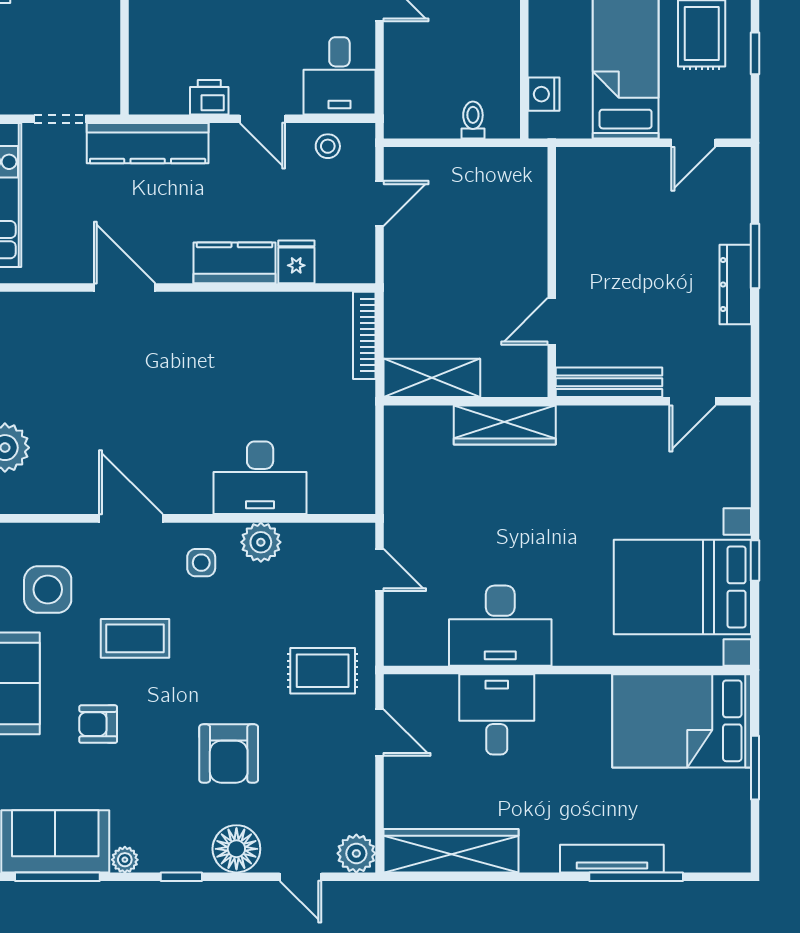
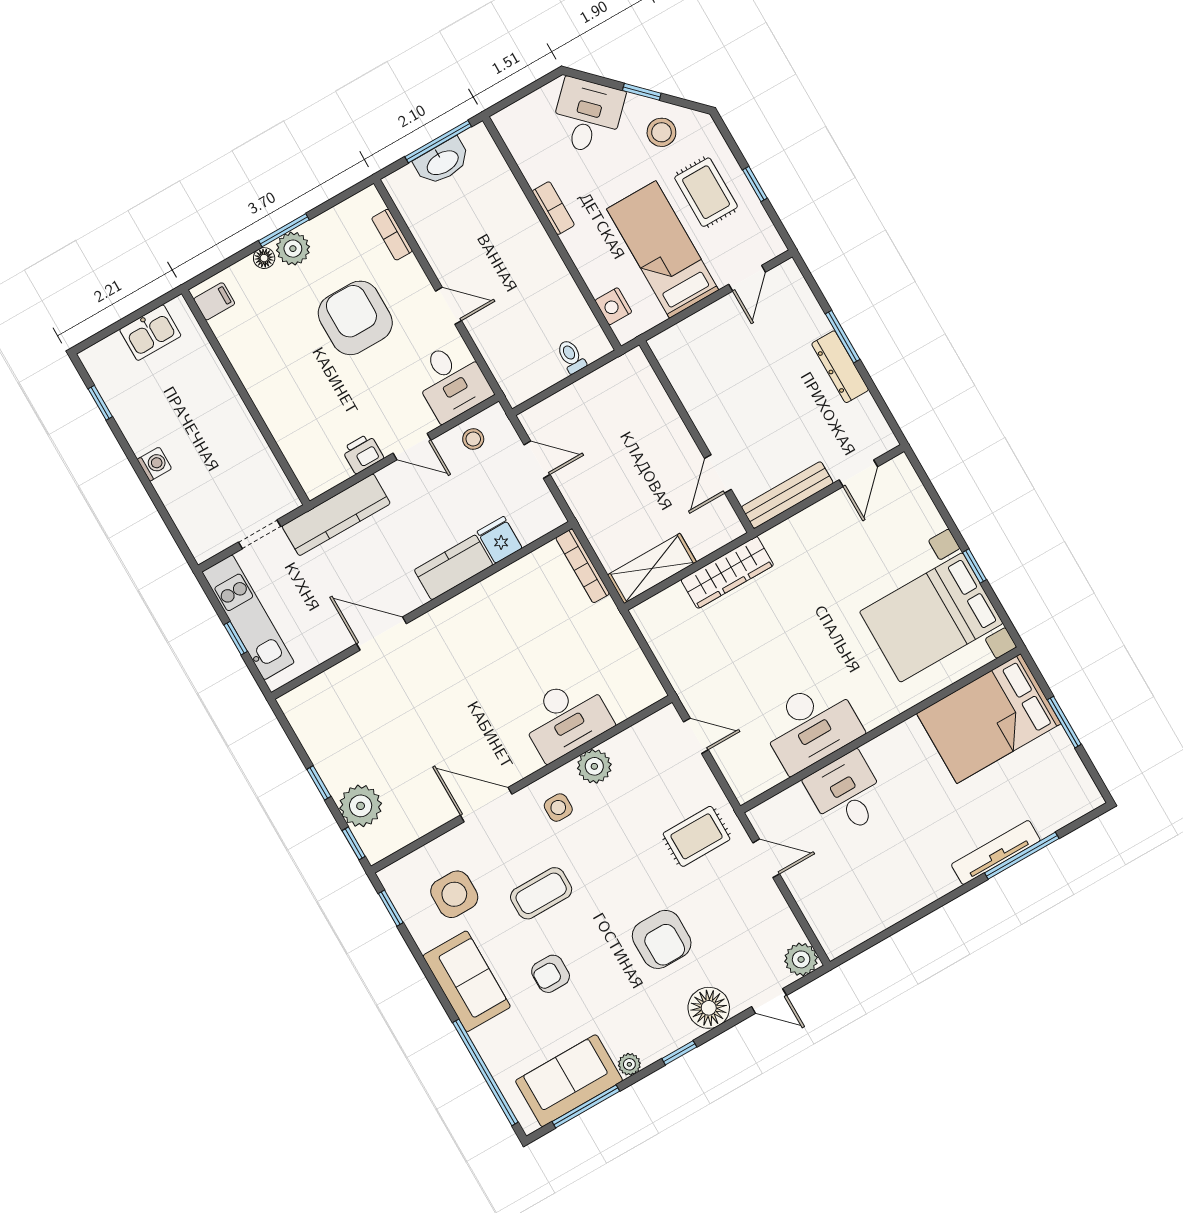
door: (380, 203) -> (537, 460), hinge flipped
wardrobe: (451, 851) -> (871, 916), removed

